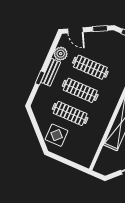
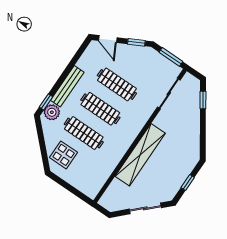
plant: (61, 54) -> (52, 112), moved
bench: (51, 72) -> (67, 86), width x1.36
window: (40, 78) -> (46, 102), moved

